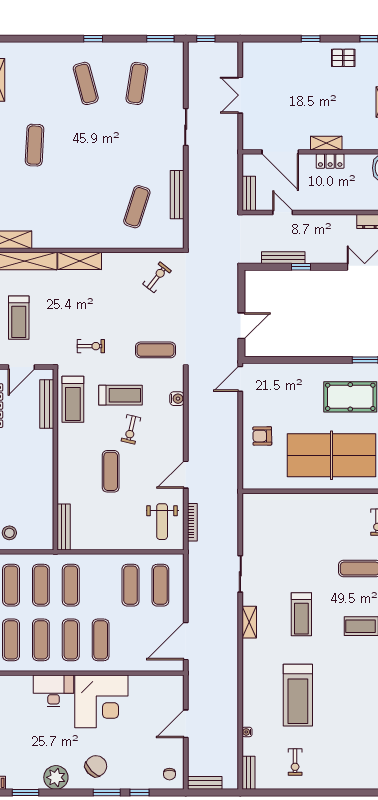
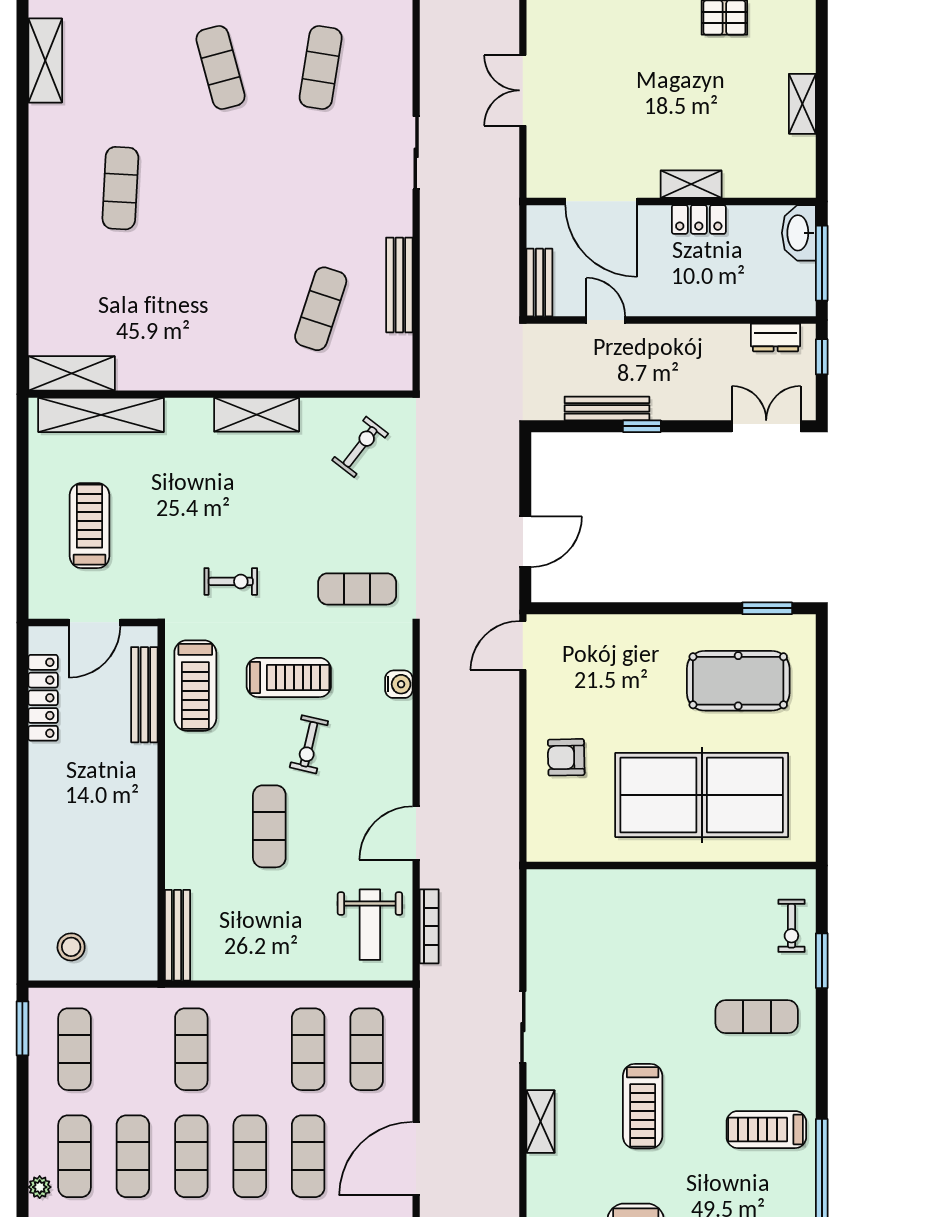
shelving: (80, 261) -> (257, 415), moved
treadmill: (19, 318) -> (90, 526), turned 180
exercise mat: (41, 585) -> (308, 1156), moved

